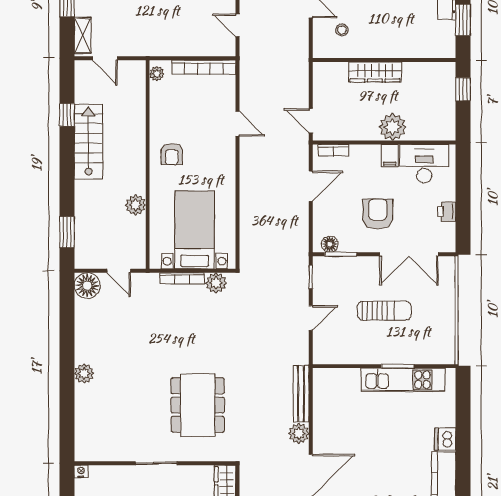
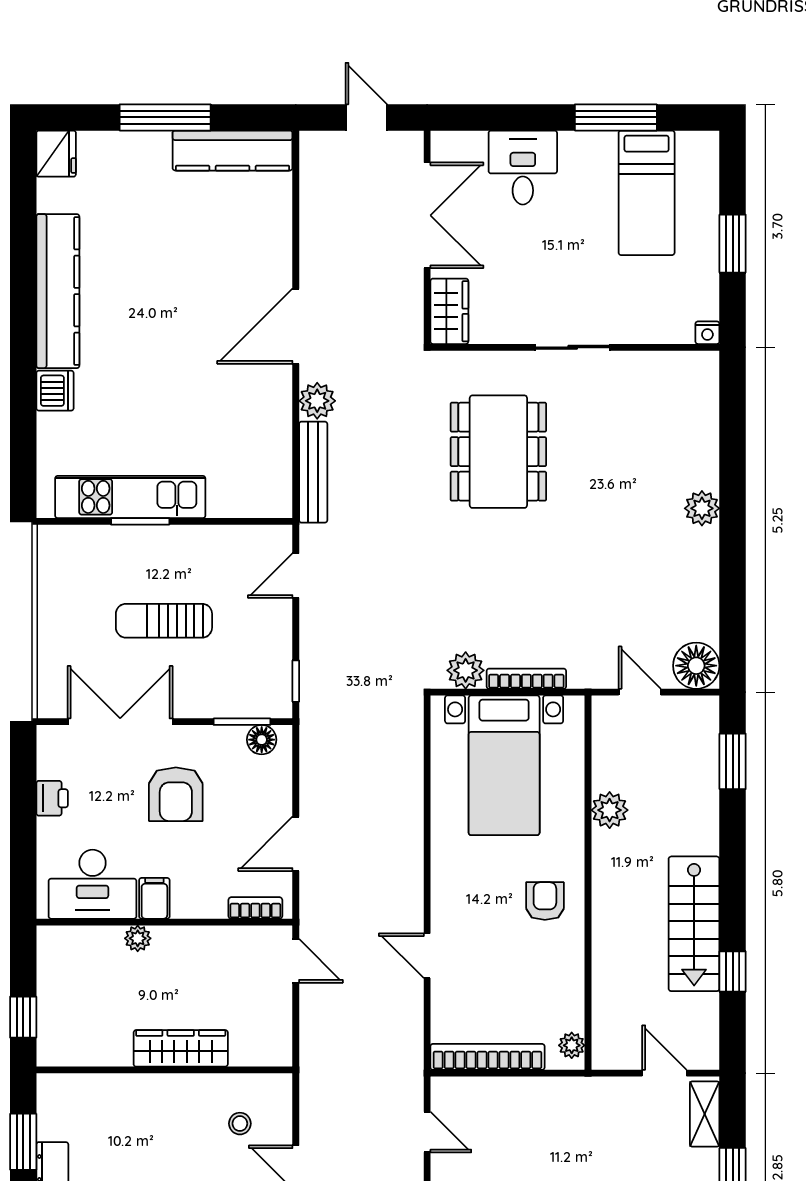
plant: (393, 127) -> (138, 938), width x0.53, depth x0.53
door: (311, 318) -> (296, 576), moved

